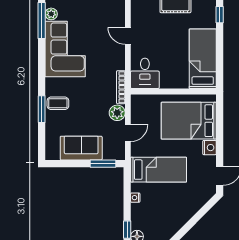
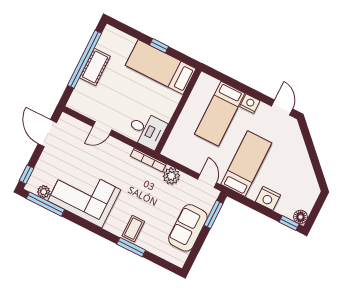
window: (220, 15) -> (159, 46), moved
bed: (189, 121) -> (220, 114), width x0.67
door: (128, 133) -> (207, 181), moved
nightstand: (135, 198) -> (268, 198), width x1.89, depth x1.79

